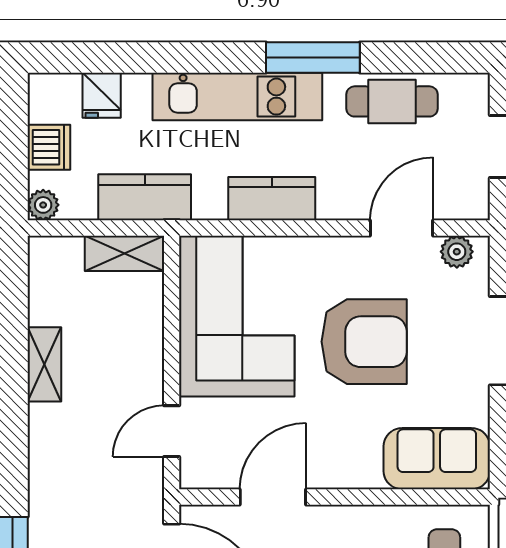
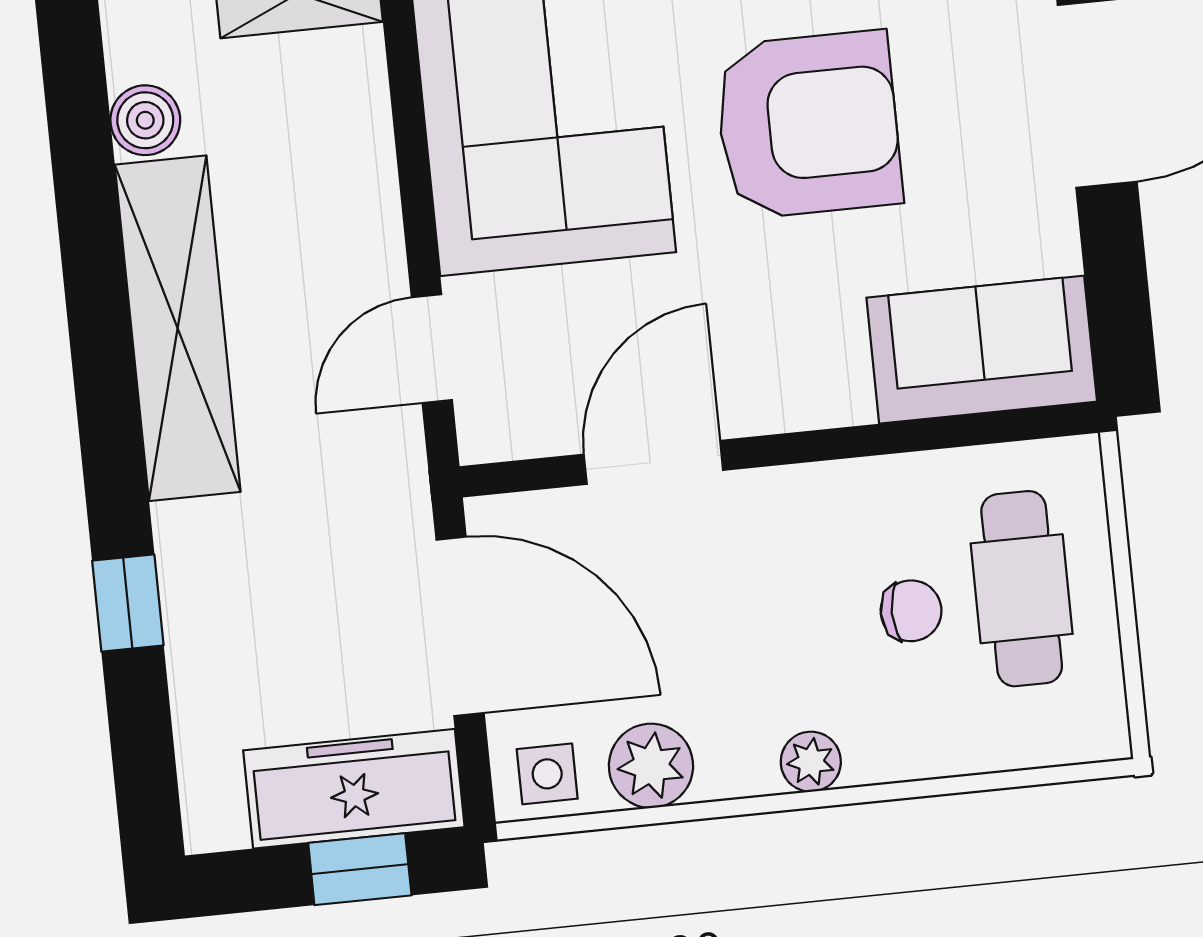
boiler: (45, 307) -> (145, 120), added
shelving: (44, 364) -> (178, 328), width x2.20, depth x1.33

